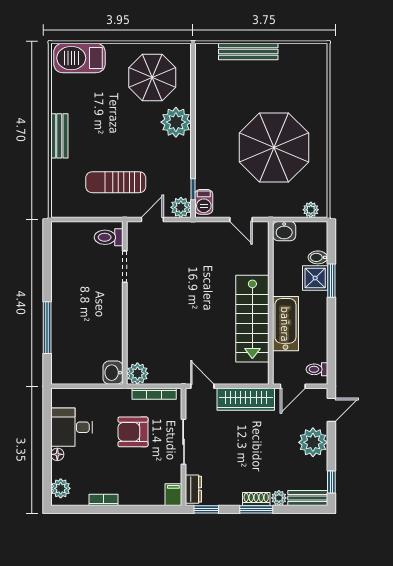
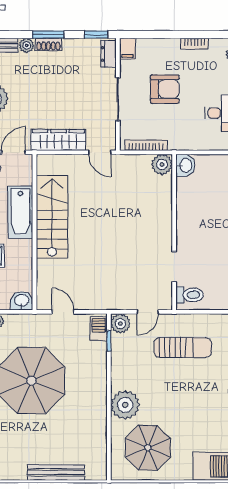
armchair: (133, 432) -> (165, 89), moved

